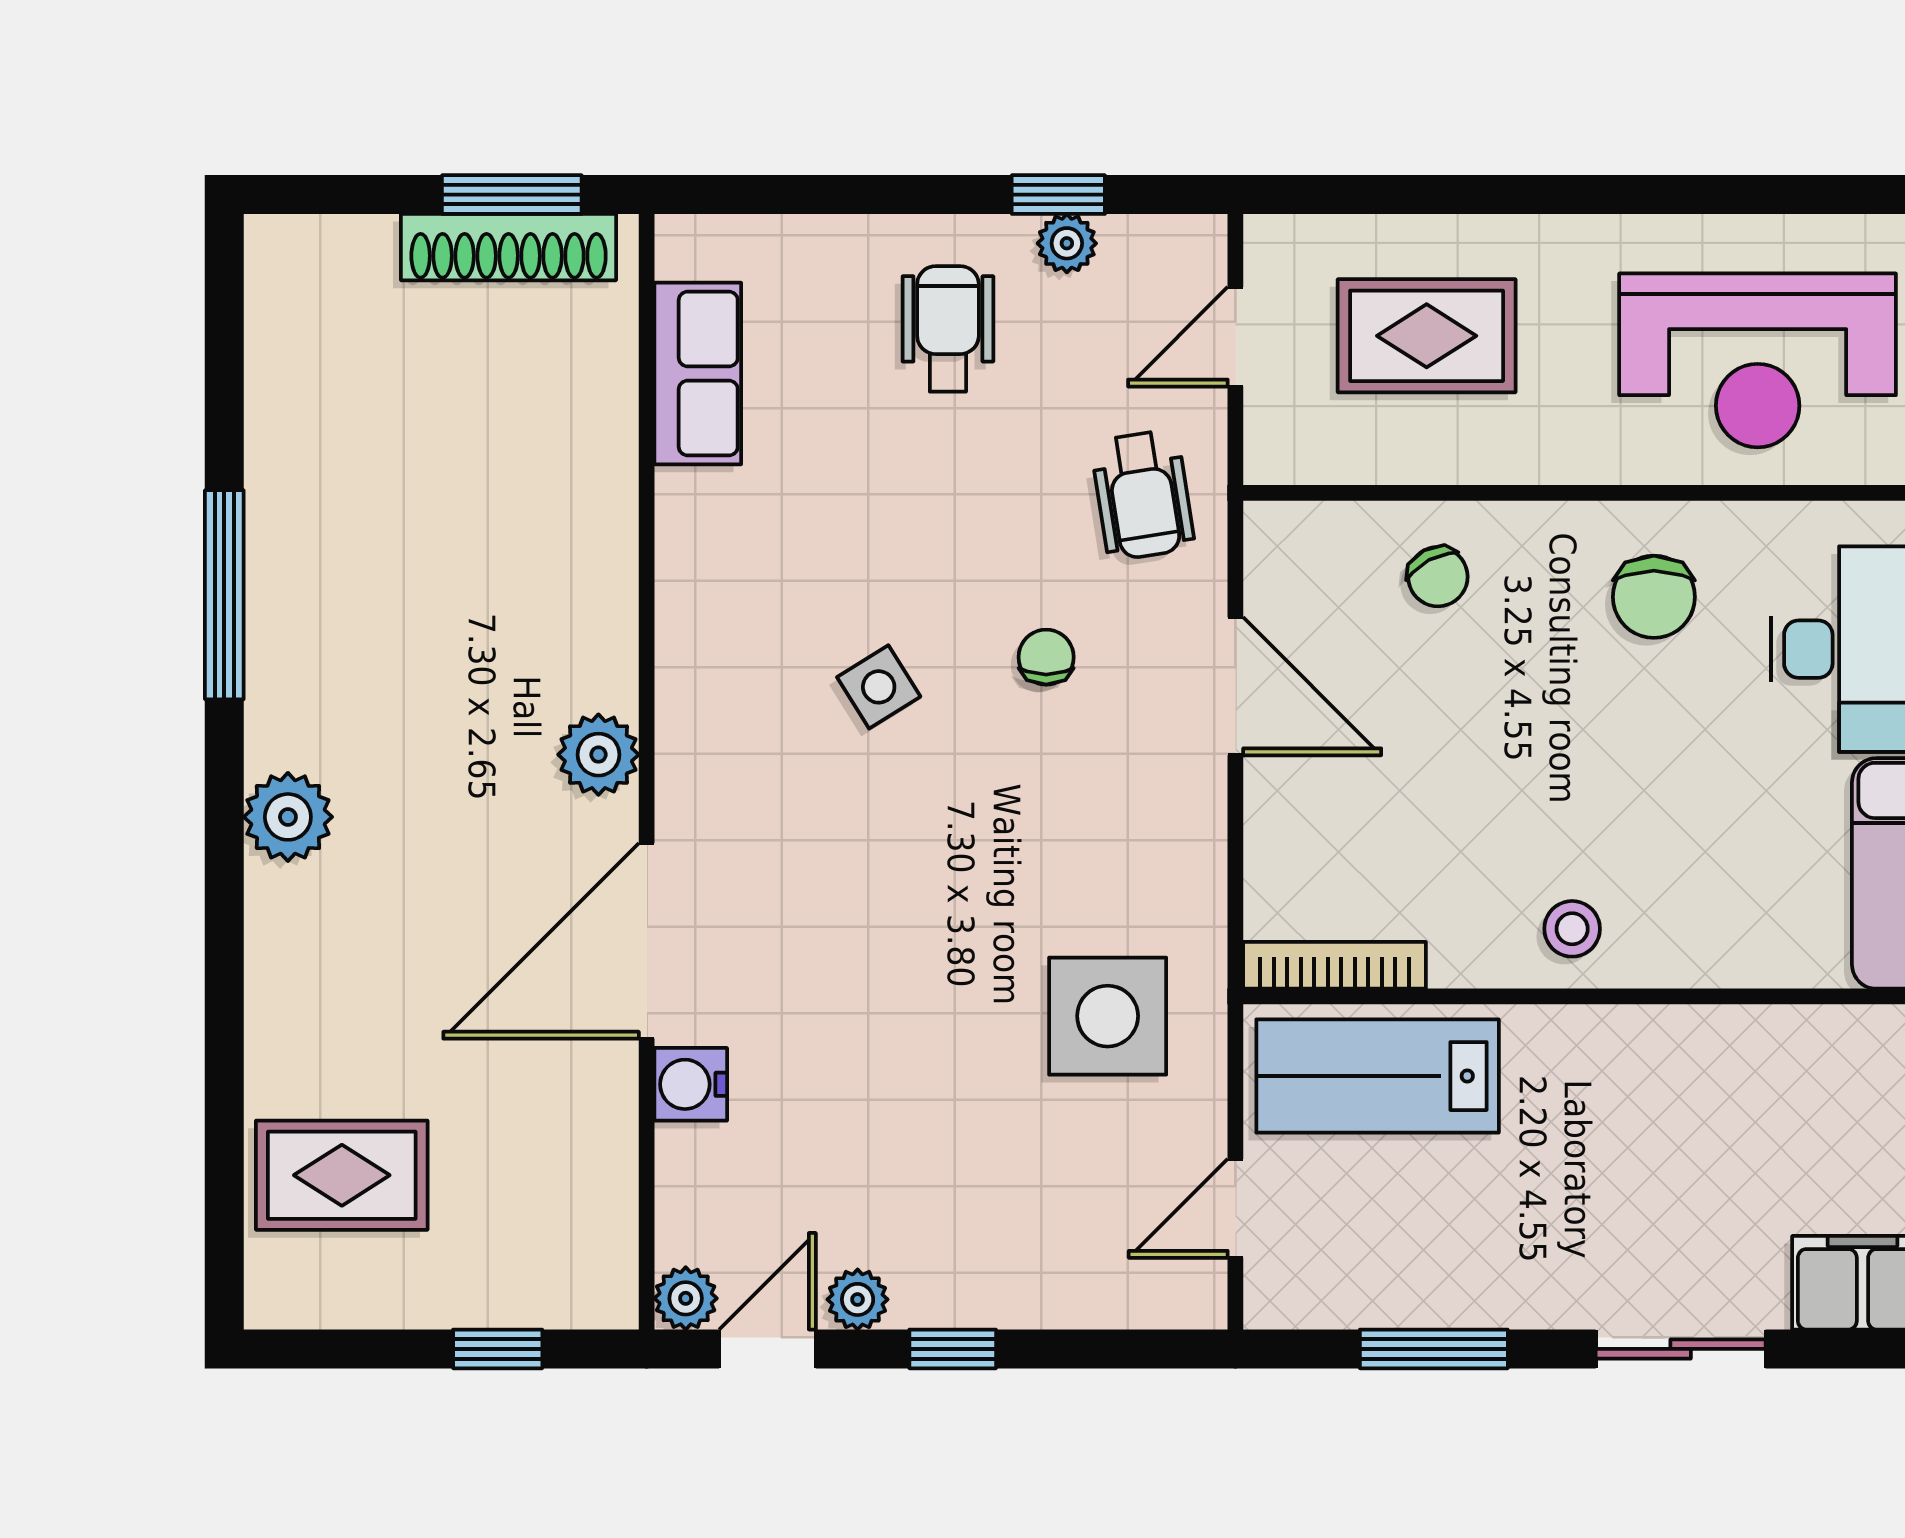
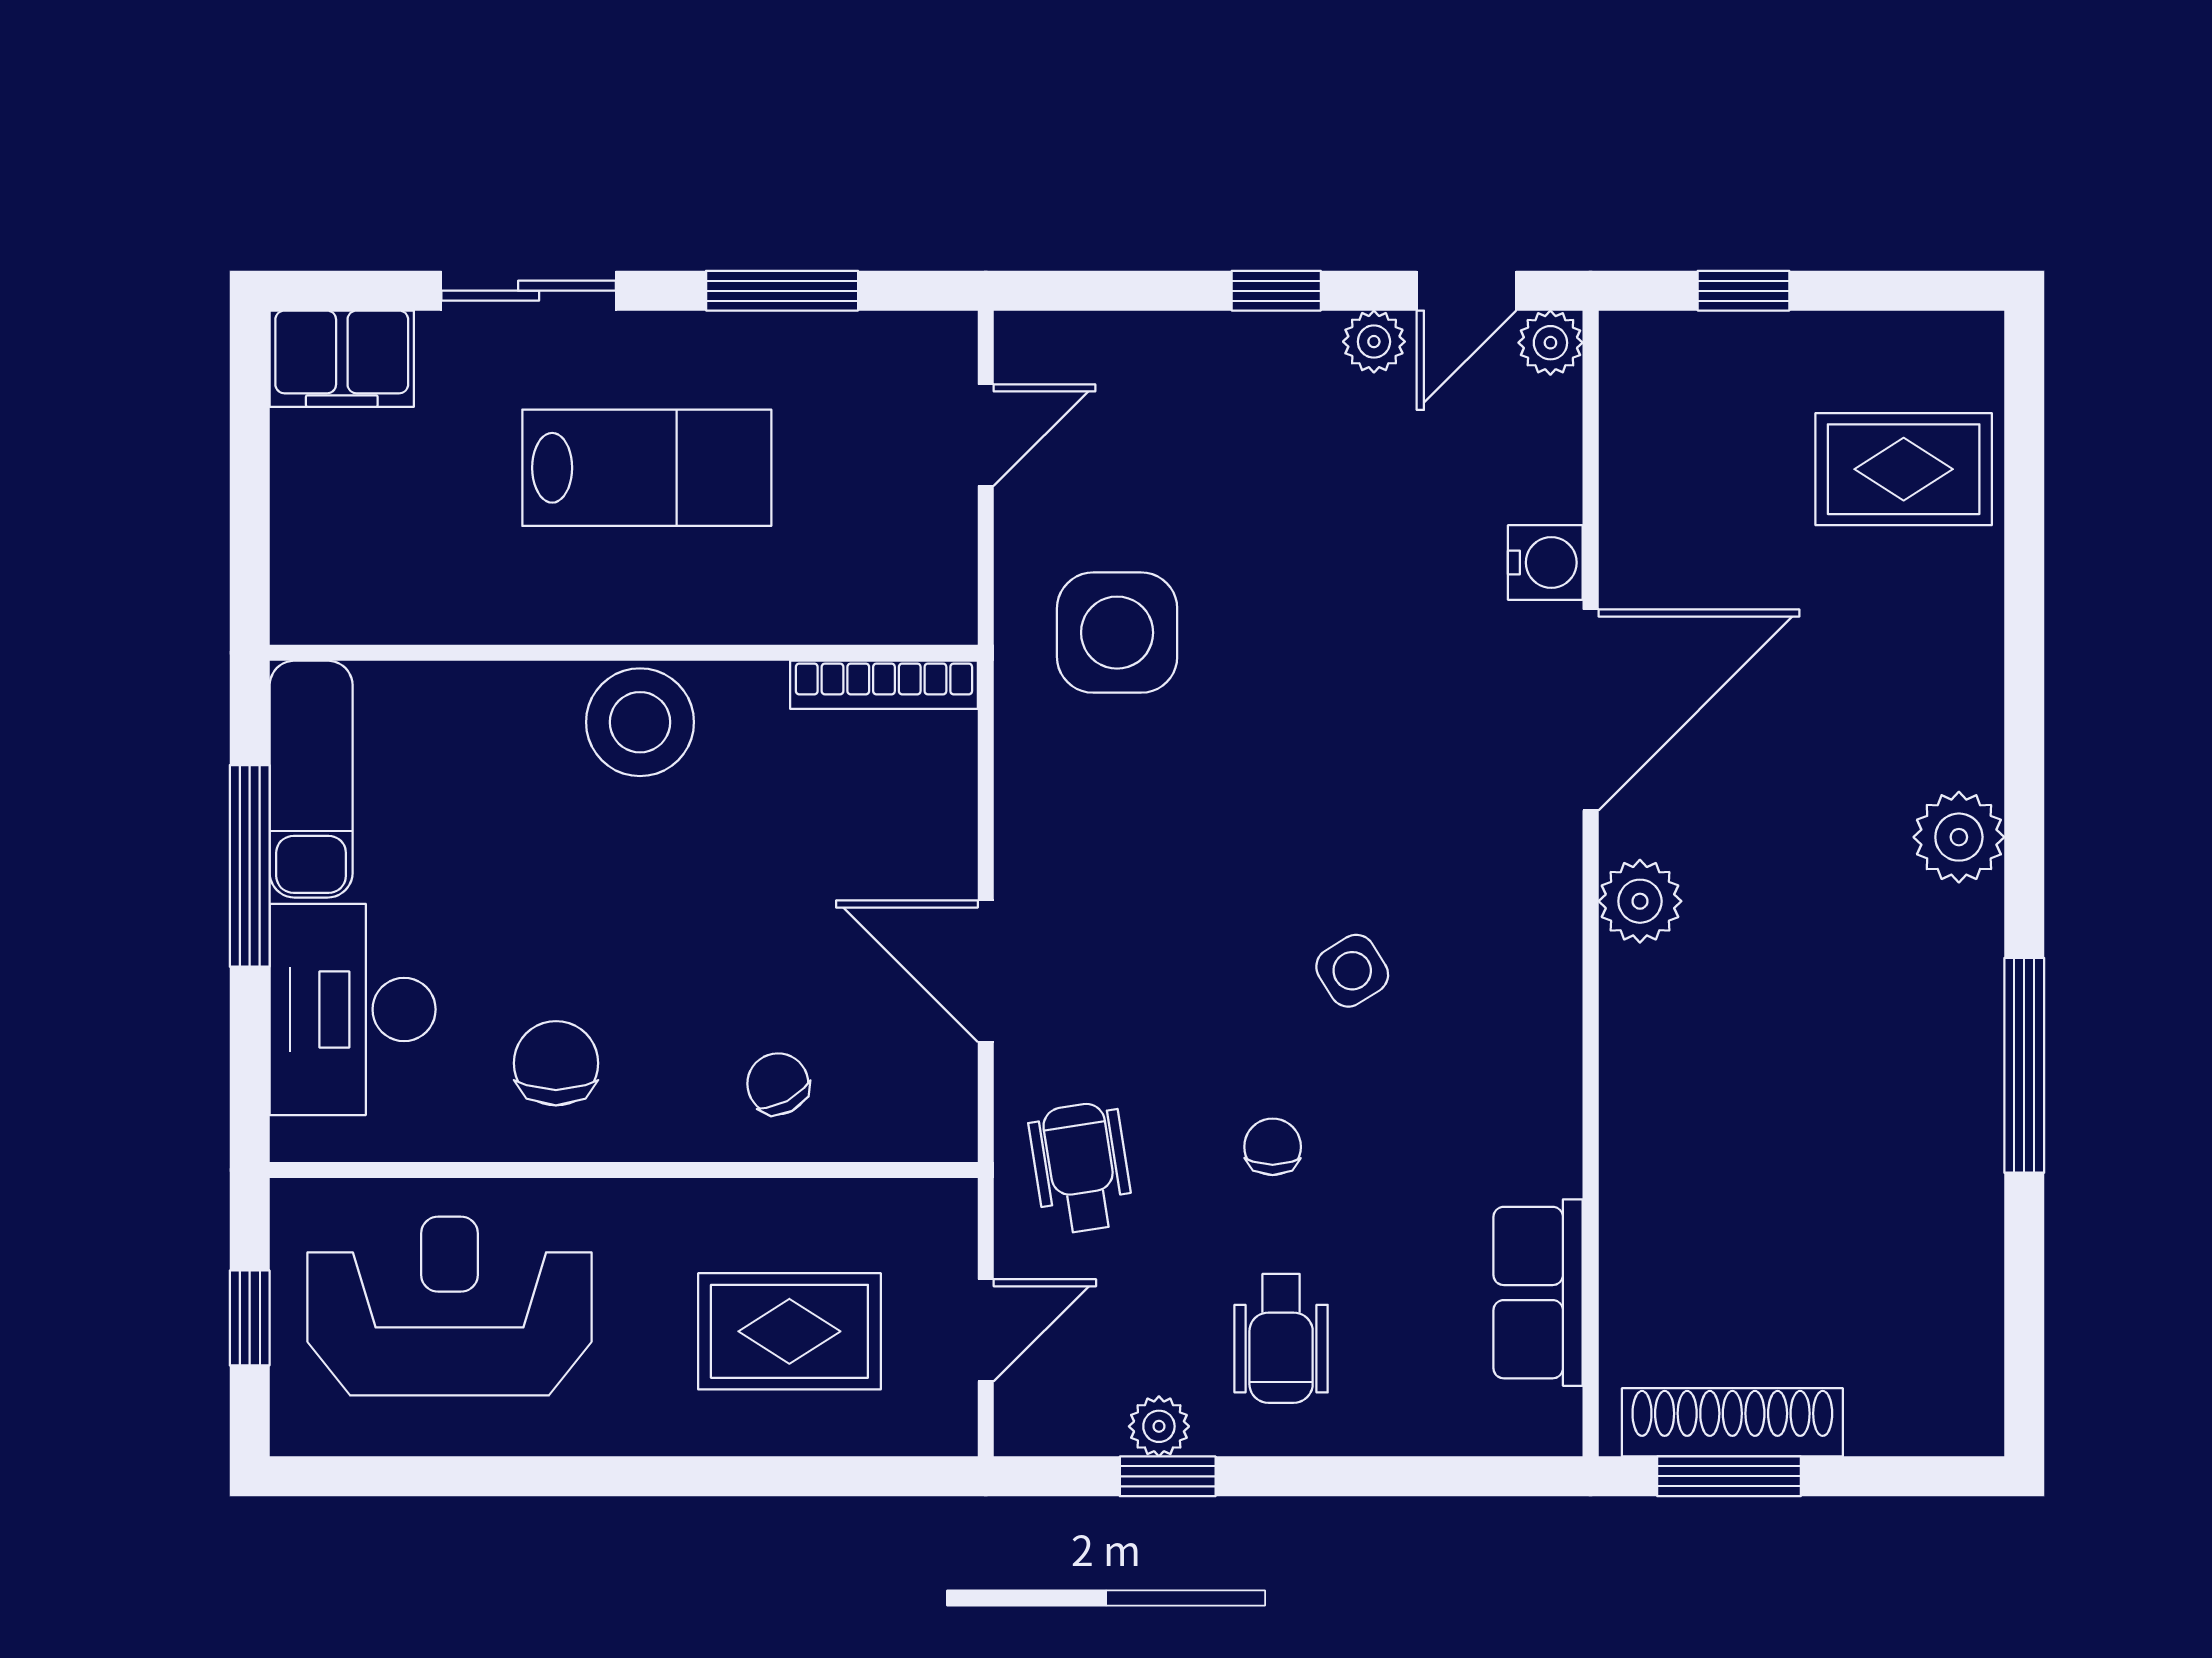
chair: (1046, 657) -> (1273, 1147), moved, turned 180
stool: (1572, 929) -> (640, 722), width x1.89, depth x1.89
lab bench: (1378, 1076) -> (647, 468), moved

